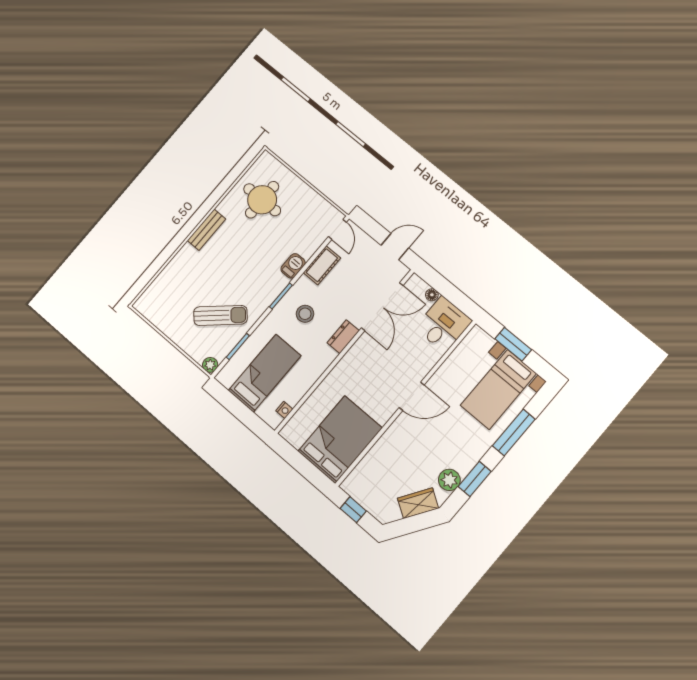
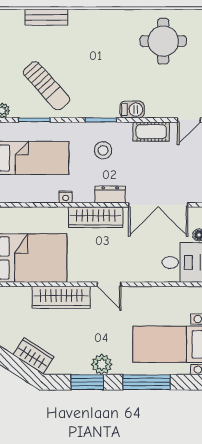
bench: (206, 230) -> (46, 17), moved
wardrobe: (351, 363) -> (96, 217), added
door: (412, 396) -> (109, 284), width x0.73
nightstand: (284, 410) -> (66, 197), moved
wardrobe: (390, 442) -> (61, 297), added
plant: (449, 480) -> (102, 364), moved

